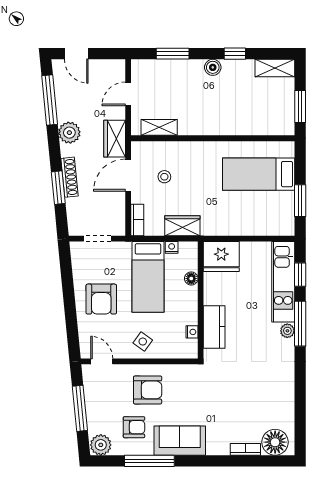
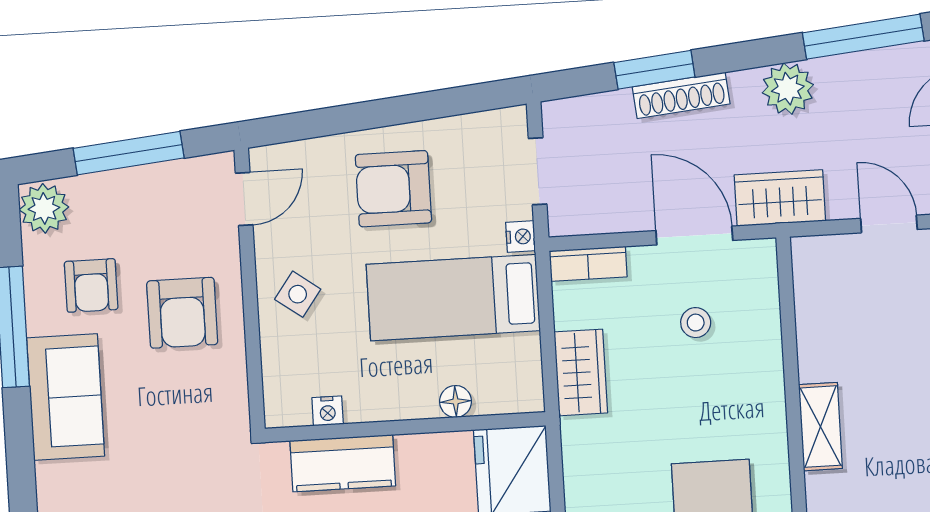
shelving: (159, 127) -> (820, 427), moved
nightstand: (172, 247) -> (521, 237), moved

